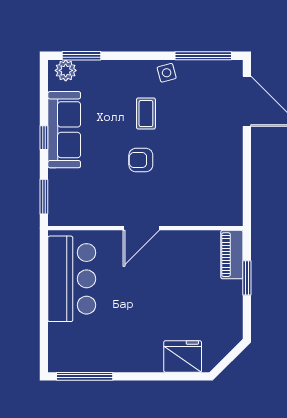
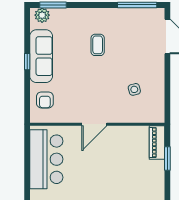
side table: (167, 73) -> (134, 89), moved
armchair: (141, 160) -> (45, 100), moved, turned -90
window: (44, 197) -> (27, 102), removed

